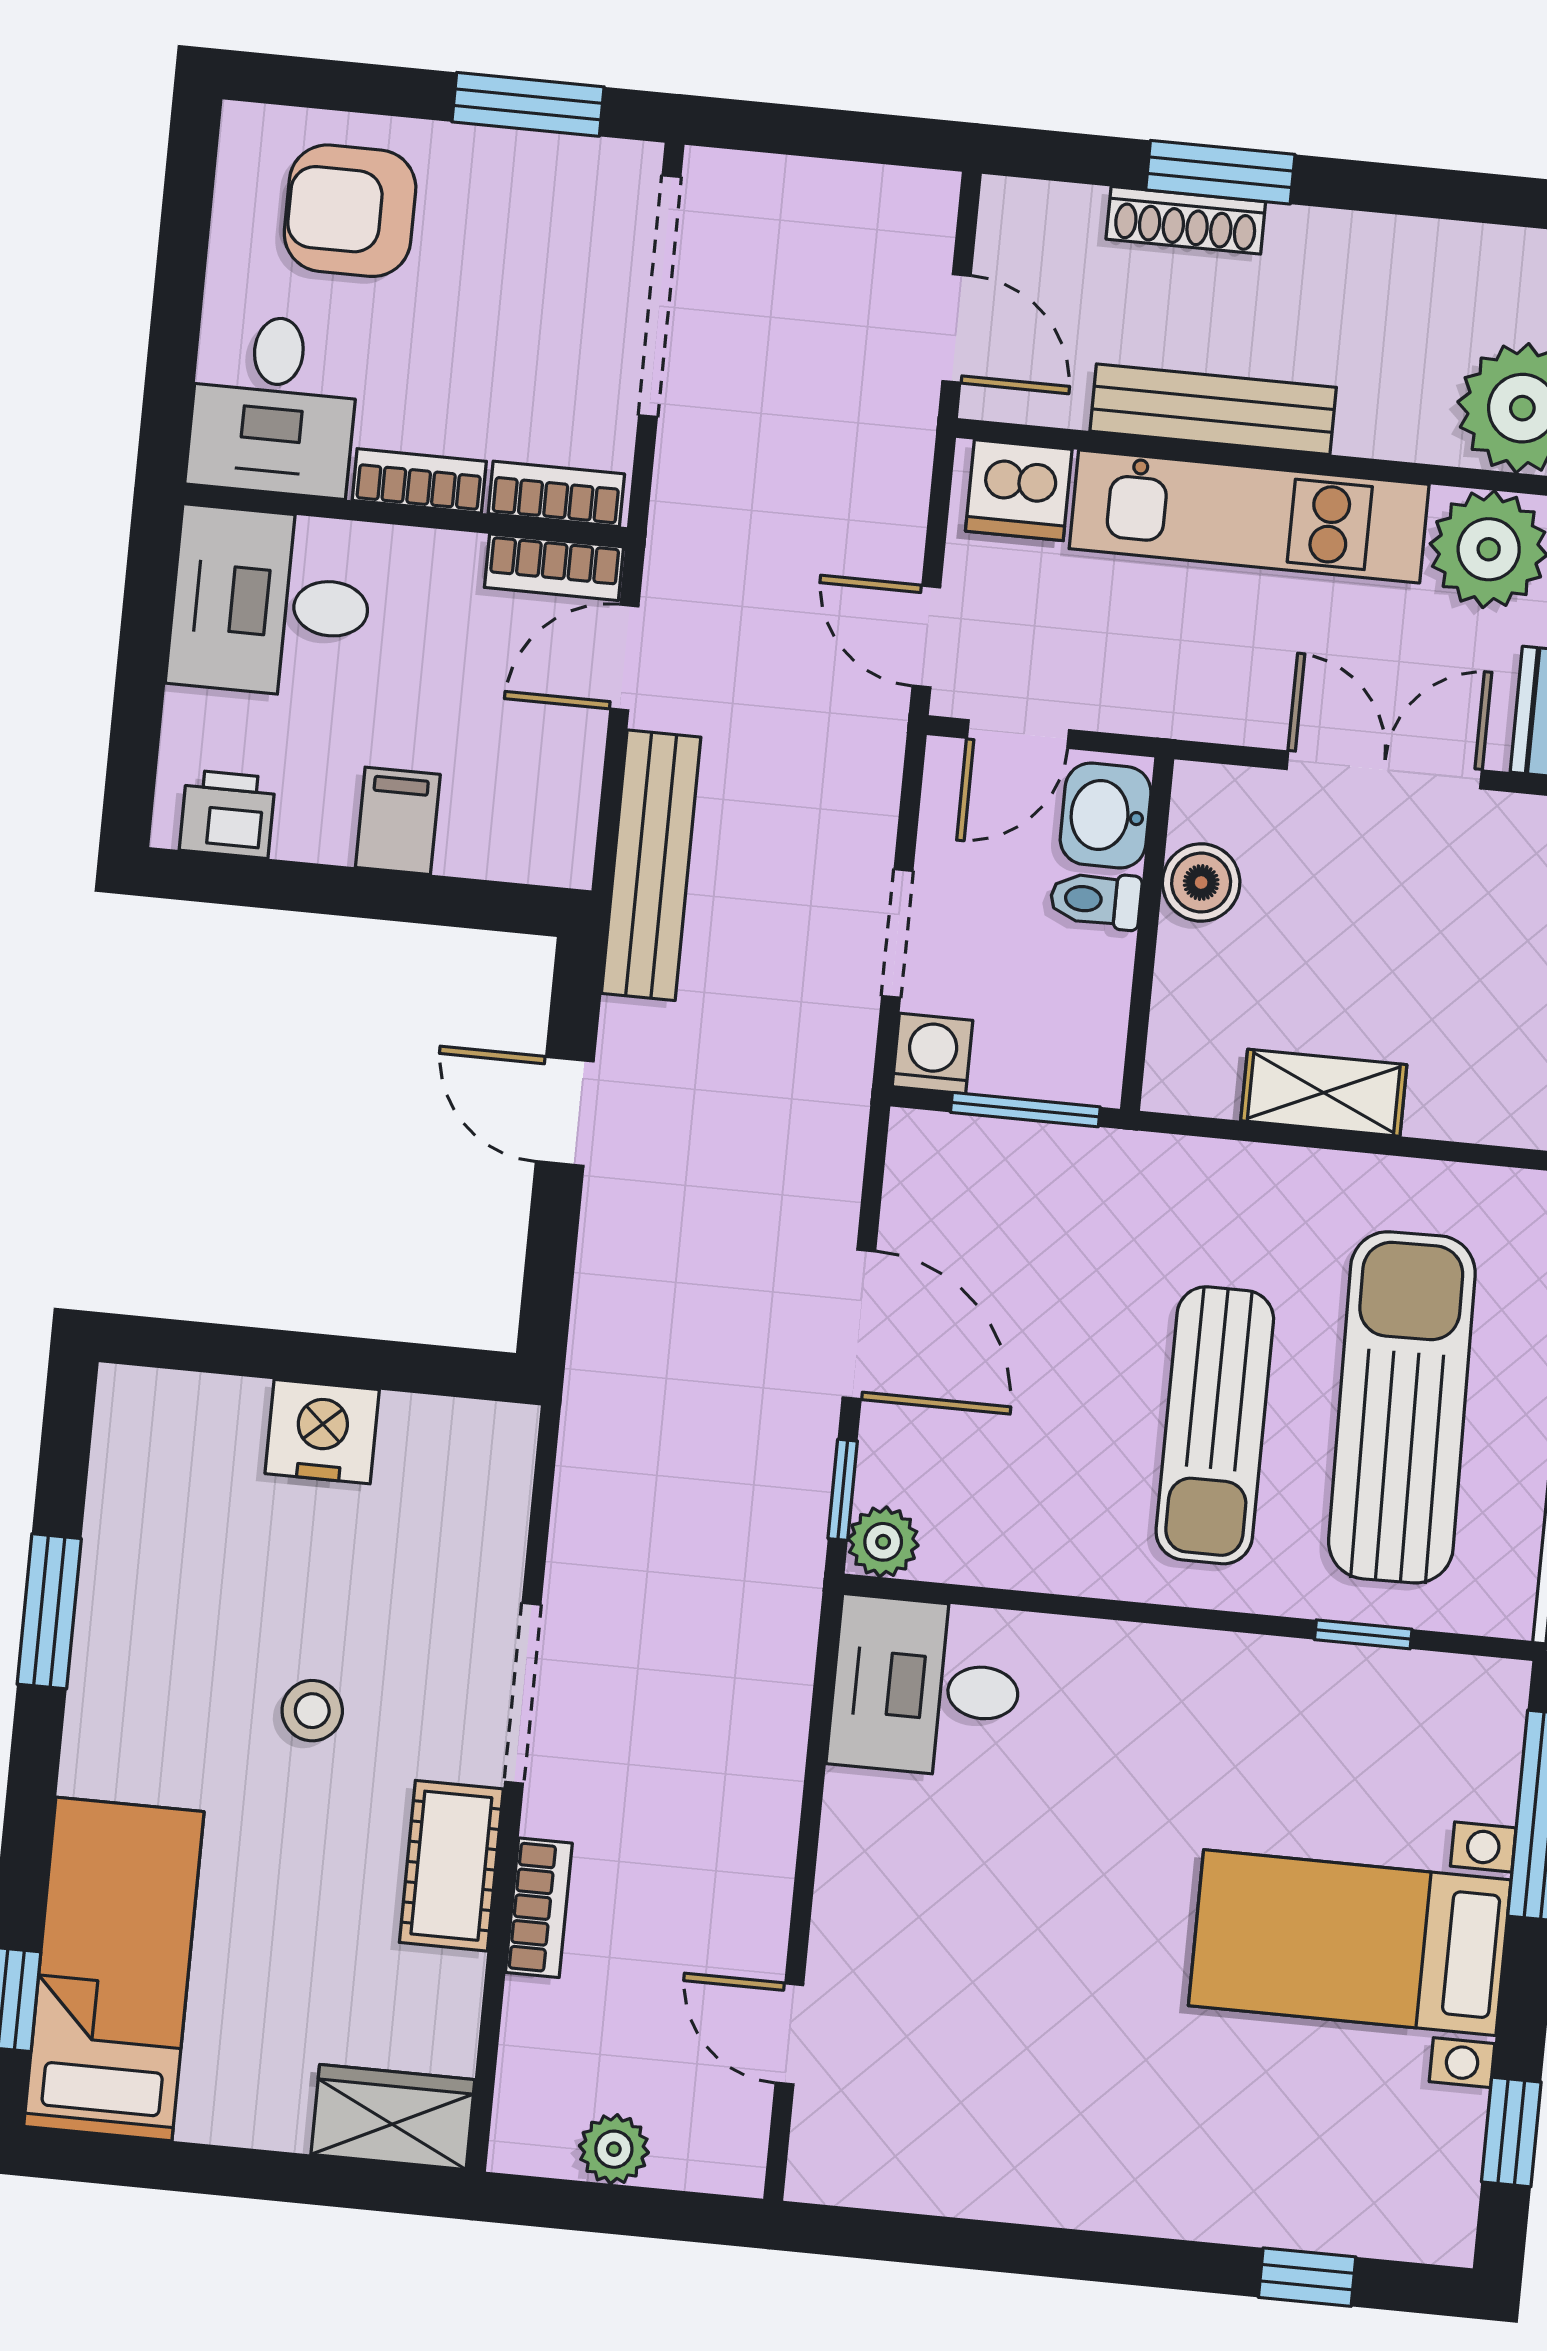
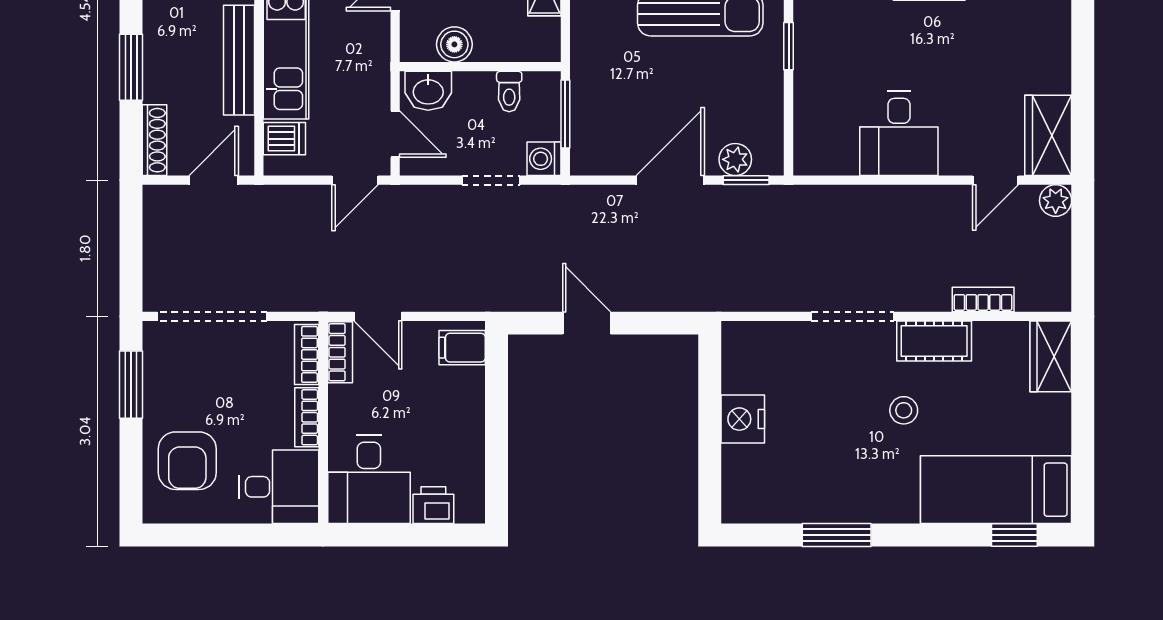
shoe rack: (1186, 220) -> (154, 140), moved
dishwasher: (1019, 490) -> (284, 139), width x0.73
printer: (227, 814) -> (433, 505), moved, turned 90
filing cabinet: (398, 821) -> (462, 348), moved
bench: (651, 865) -> (471, 295), removed
toilet: (1096, 900) -> (509, 92), moved
door: (565, 1111) -> (587, 323), swing flipped
plant: (883, 1542) -> (735, 159), moved
window: (1126, 1611) -> (789, 46), added
desk: (926, 1687) -> (899, 134), moved
stool: (312, 1711) -> (904, 410), moved
bookcase: (539, 1908) -> (983, 299), moved
plant: (614, 2149) -> (1056, 201), moved
wardrobe: (876, 2158) -> (1048, 135), added

